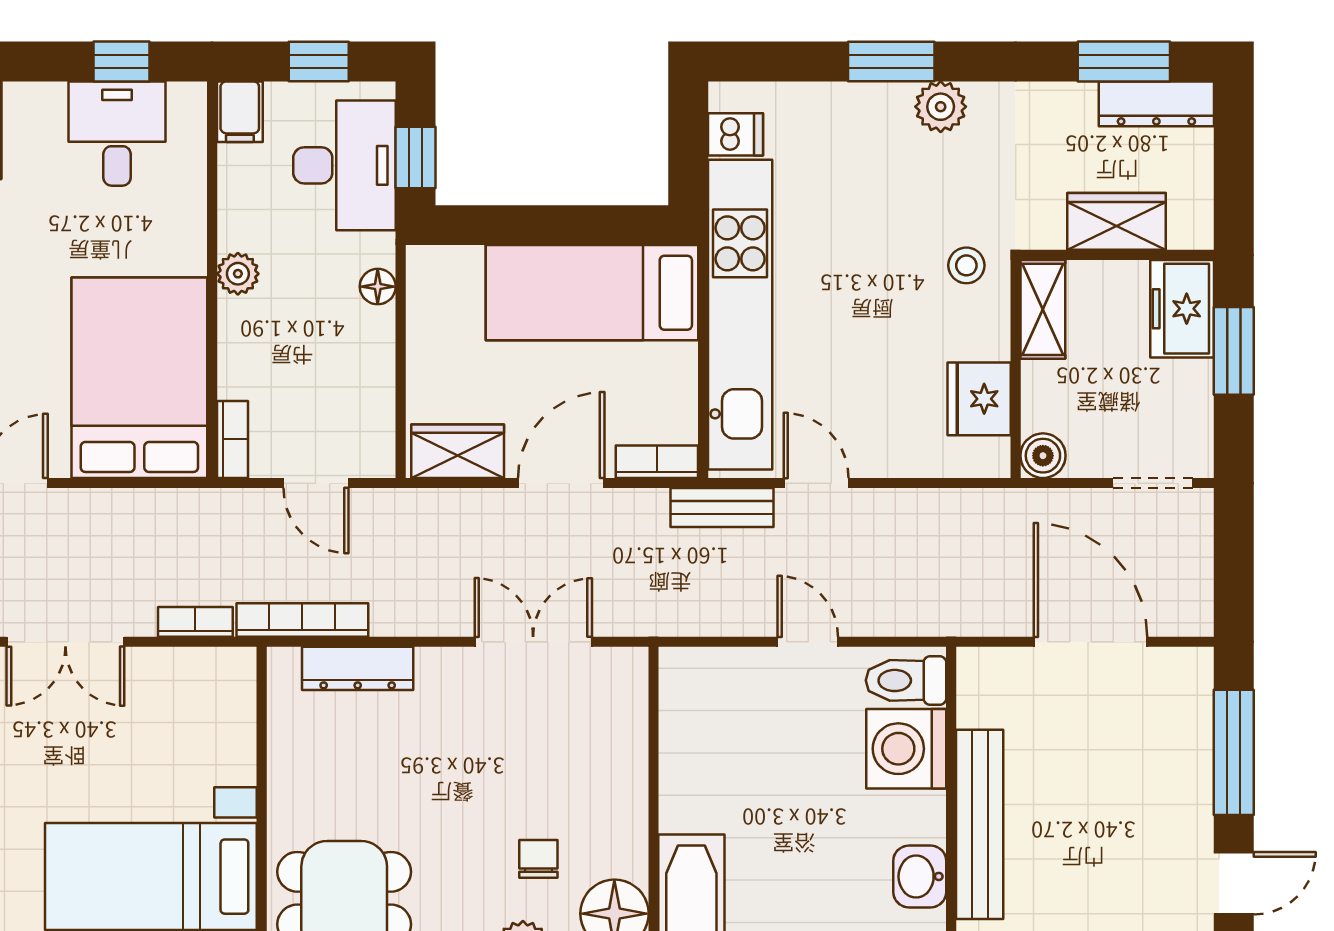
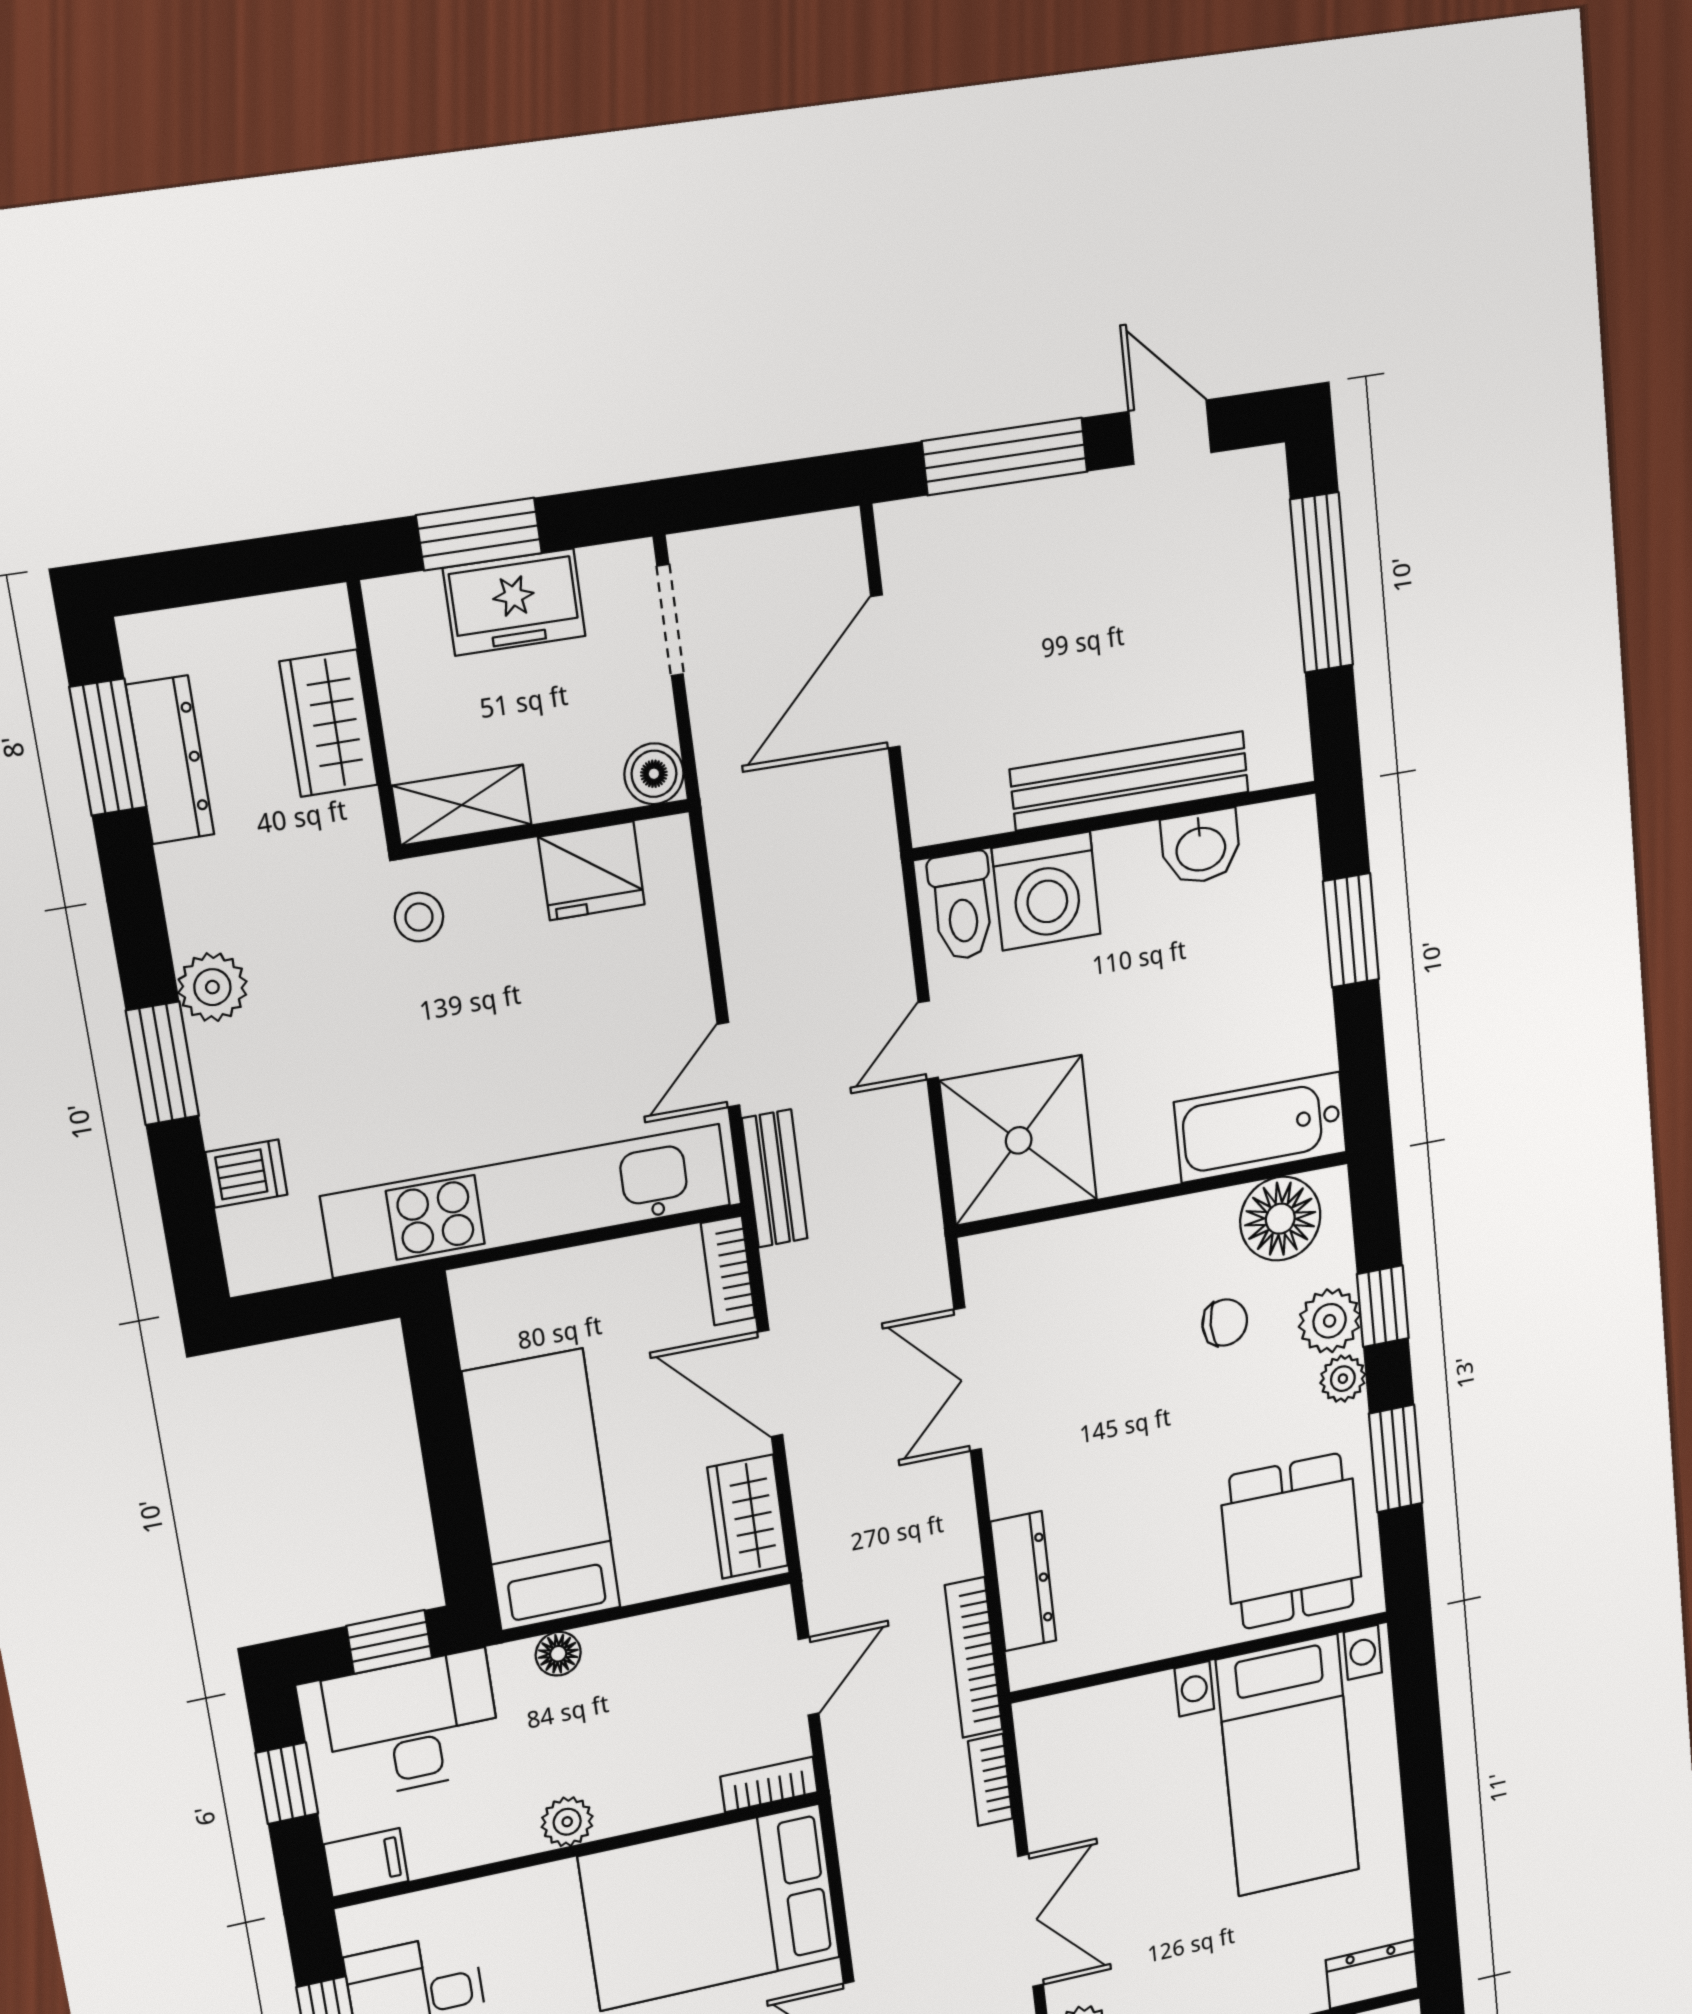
dresser: (1156, 104) -> (170, 760), moved
dishwasher: (735, 134) -> (246, 1173), moved, turned 90
bed: (592, 293) -> (542, 1491), moved, turned 180
freezer: (1182, 309) -> (514, 602), moved
shower: (717, 705) -> (1019, 1140), added
chair: (538, 859) -> (1225, 1323), turned 180

